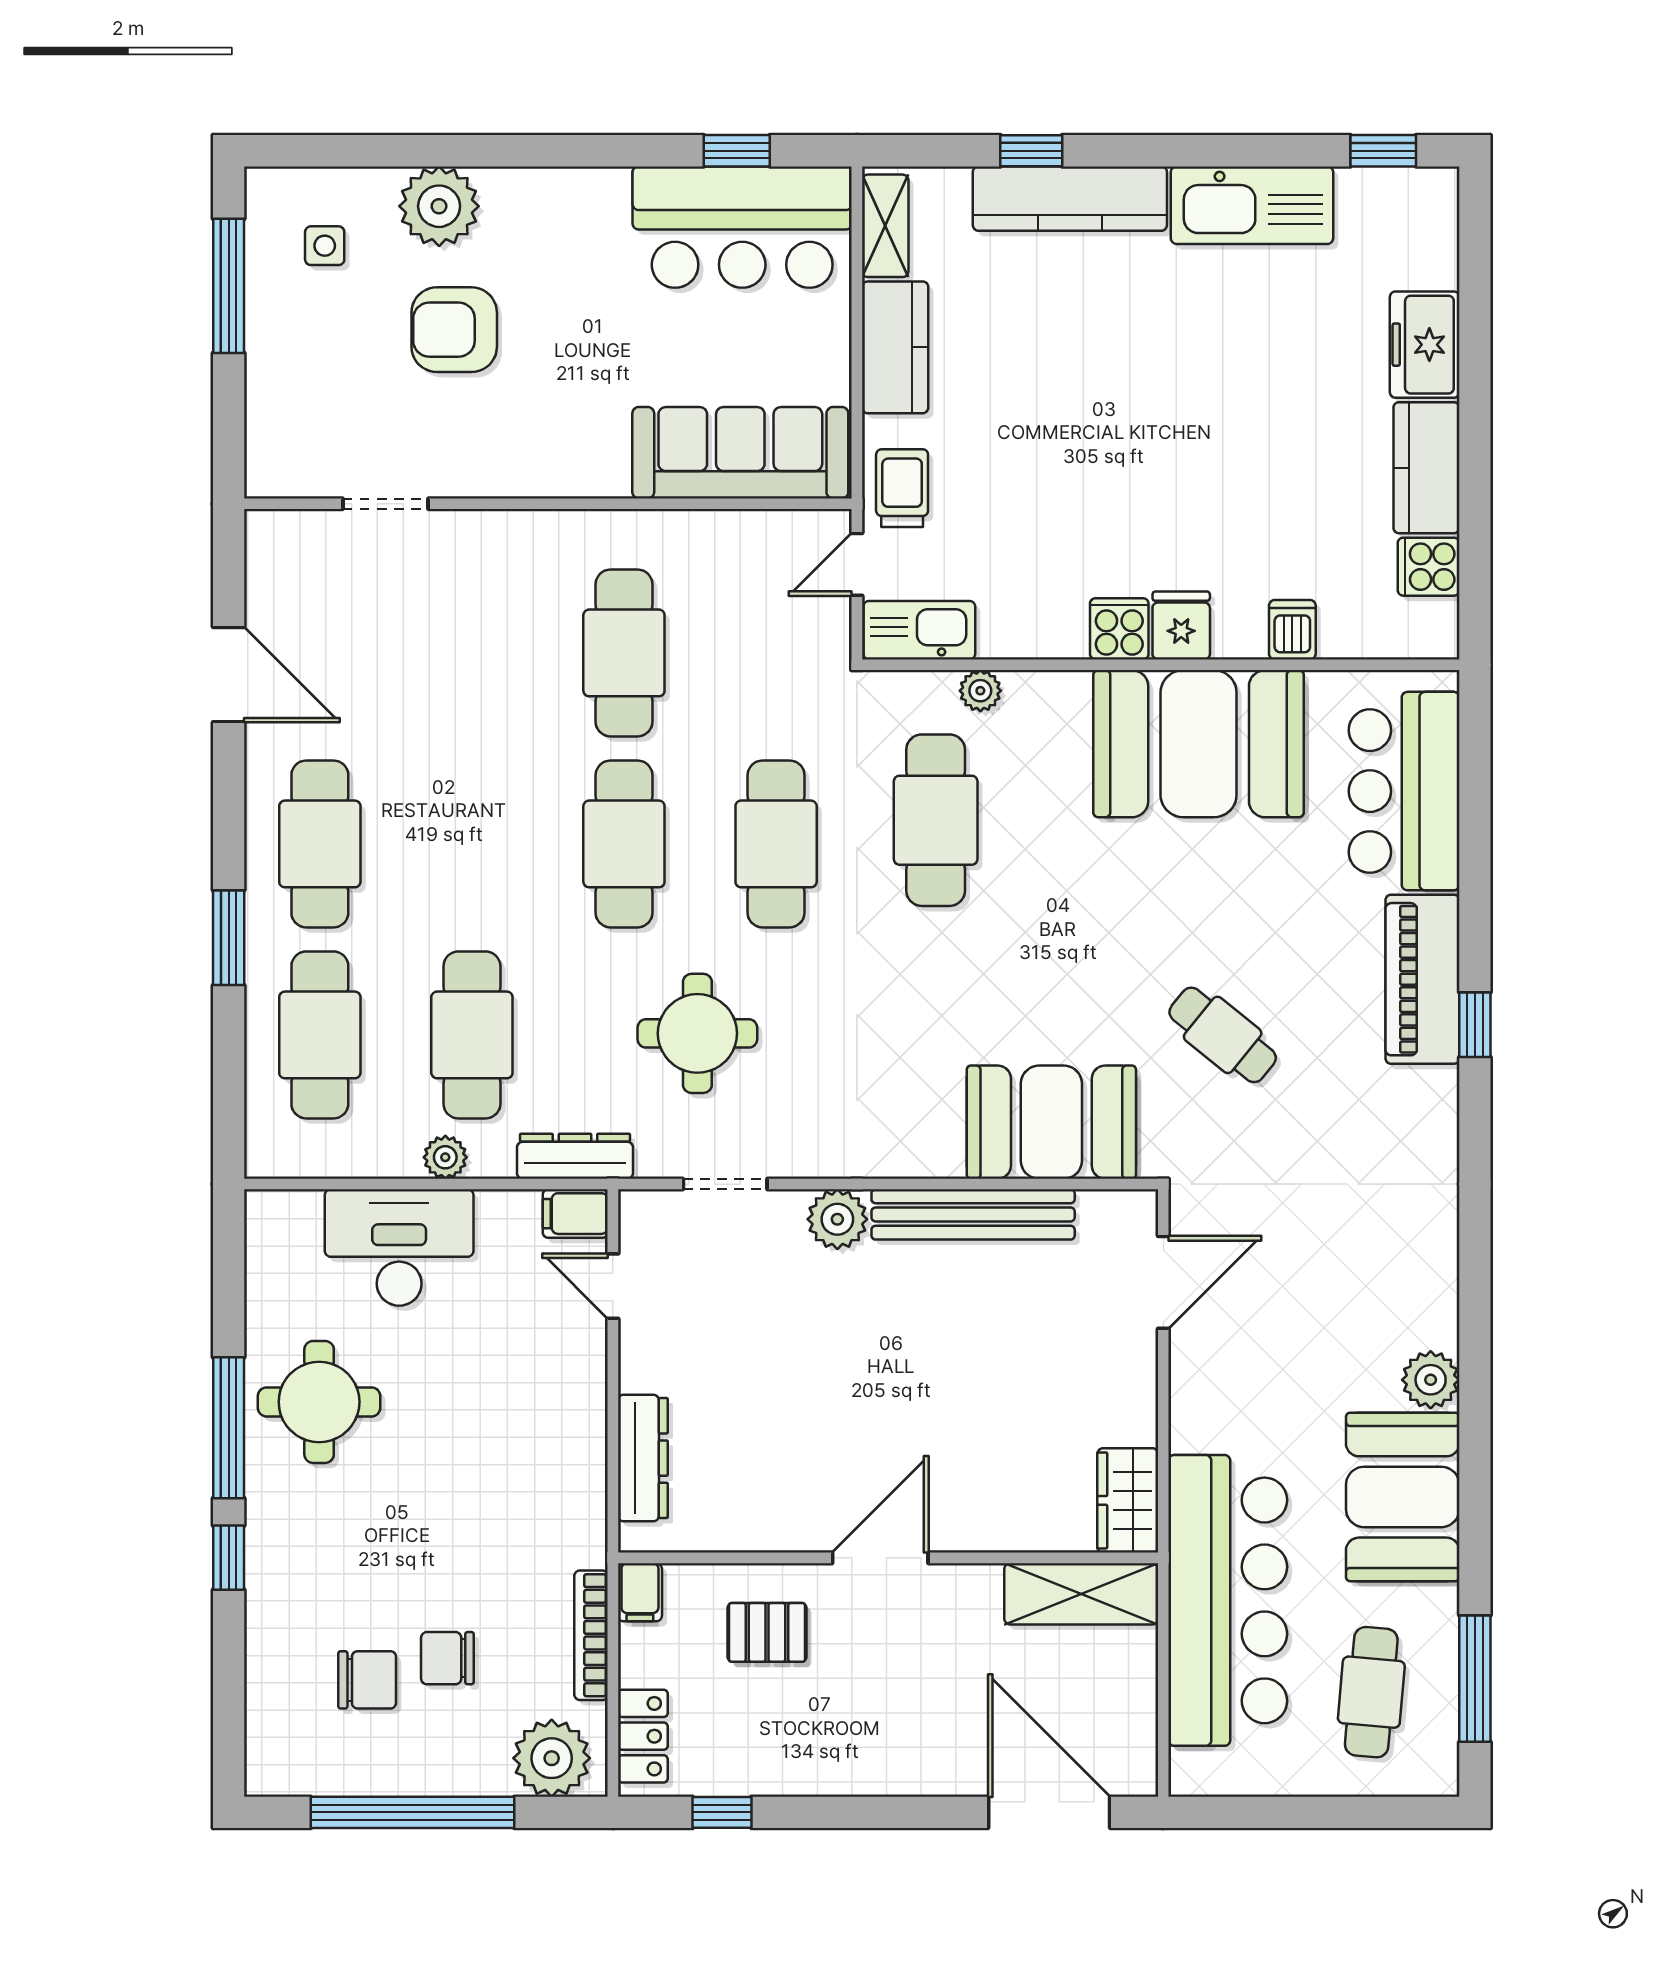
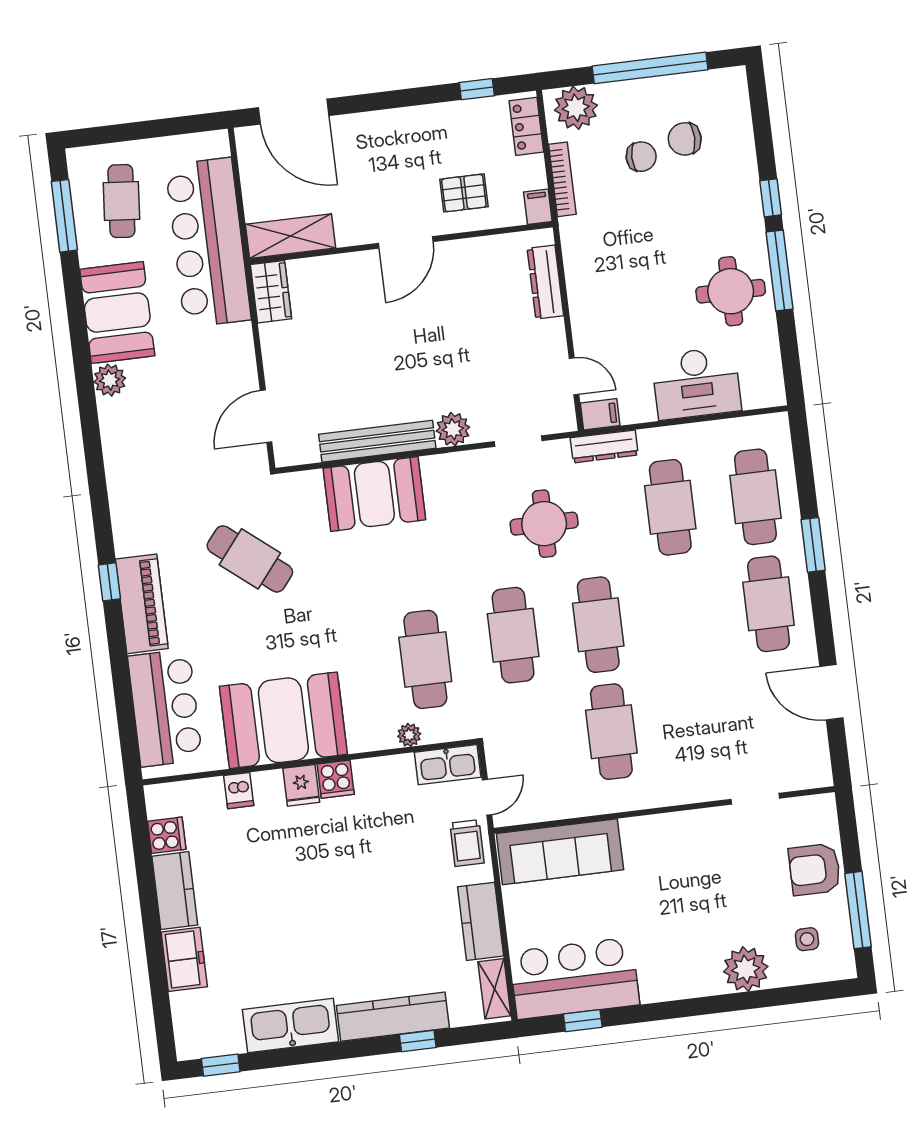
armchair: (454, 330) -> (815, 869), moved, turned 180
cafe table: (1223, 1035) -> (250, 559), width x1.37, depth x1.35
booth: (1051, 1122) -> (374, 494), moved
plant: (445, 1157) -> (677, 437), removed

